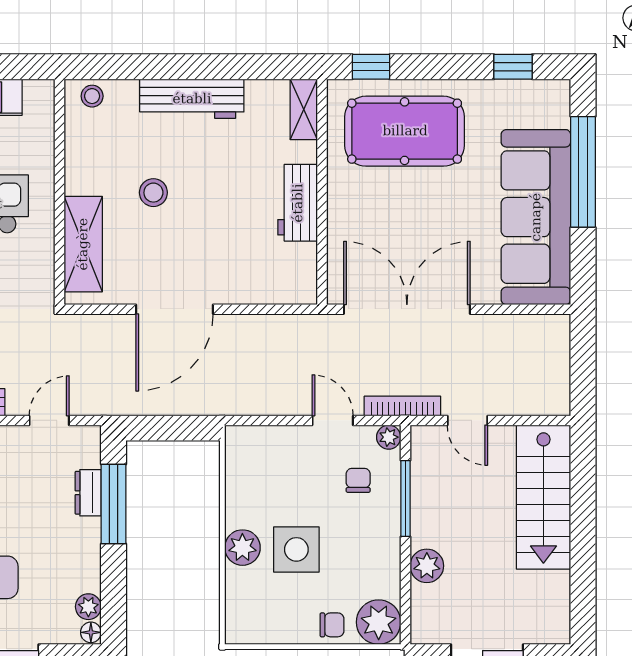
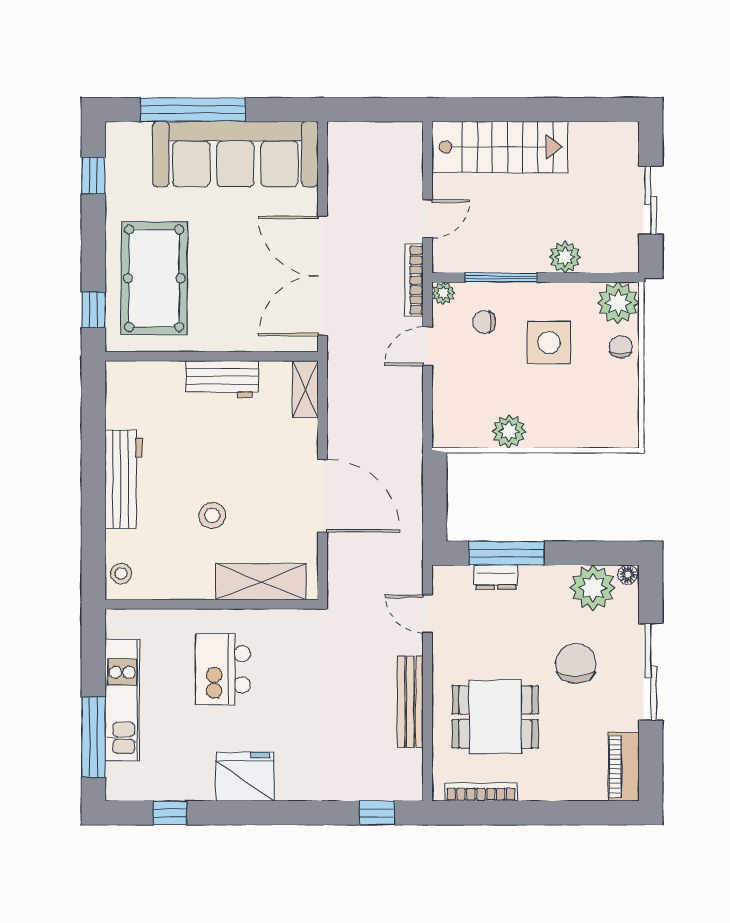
shelving: (304, 109) -> (305, 389), moved, turned 90
plant: (242, 548) -> (509, 431), moved
side table: (296, 549) -> (549, 343), moved
plant: (88, 607) -> (593, 588), width x1.88, depth x1.88

